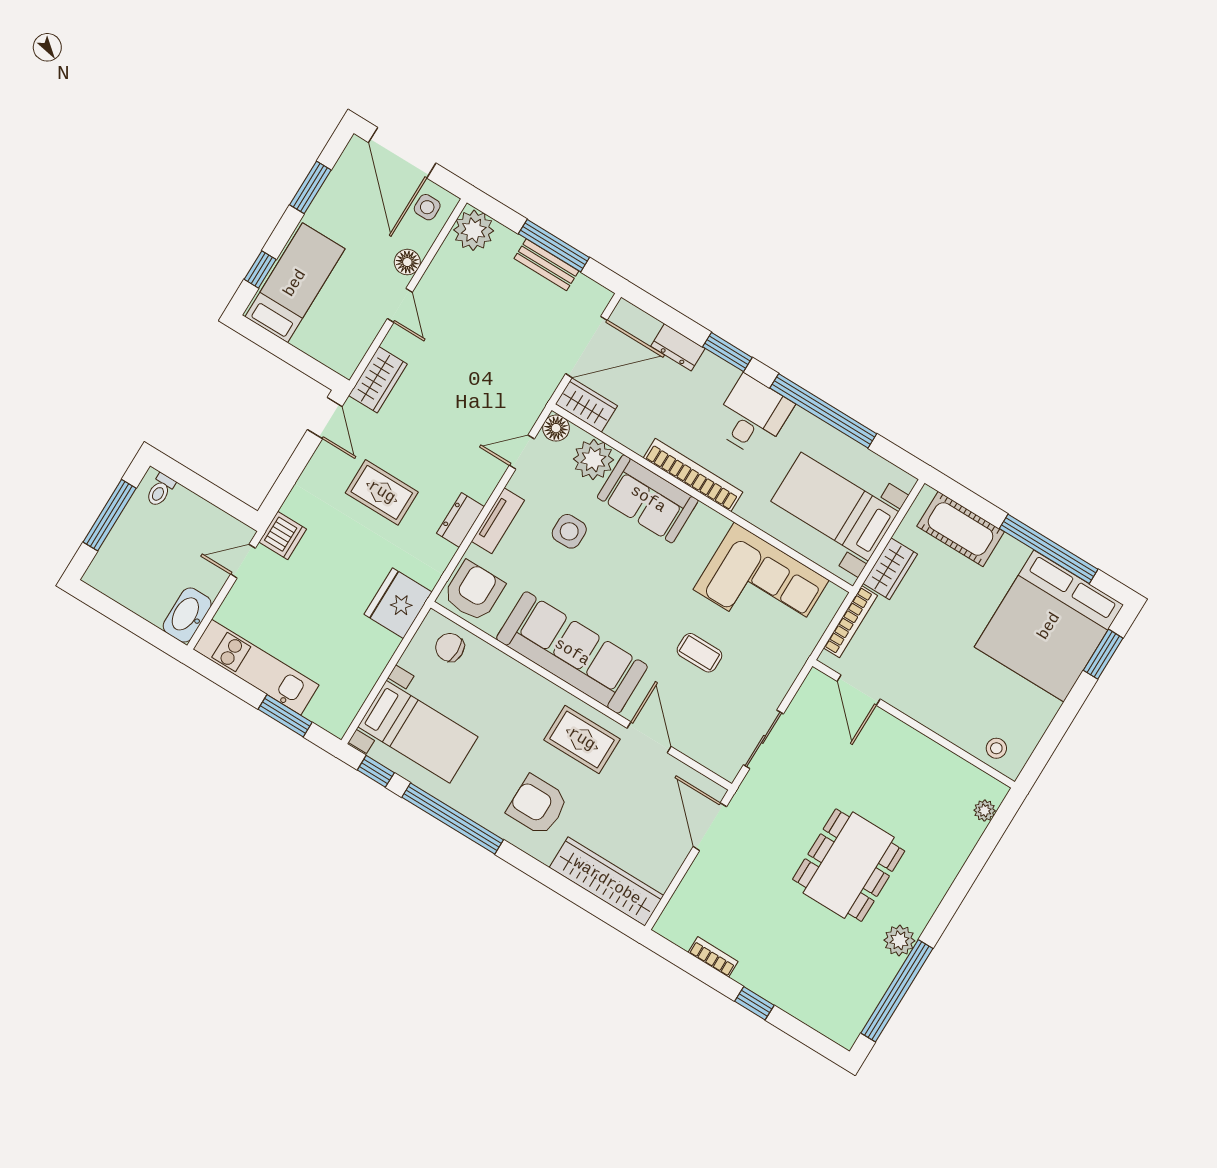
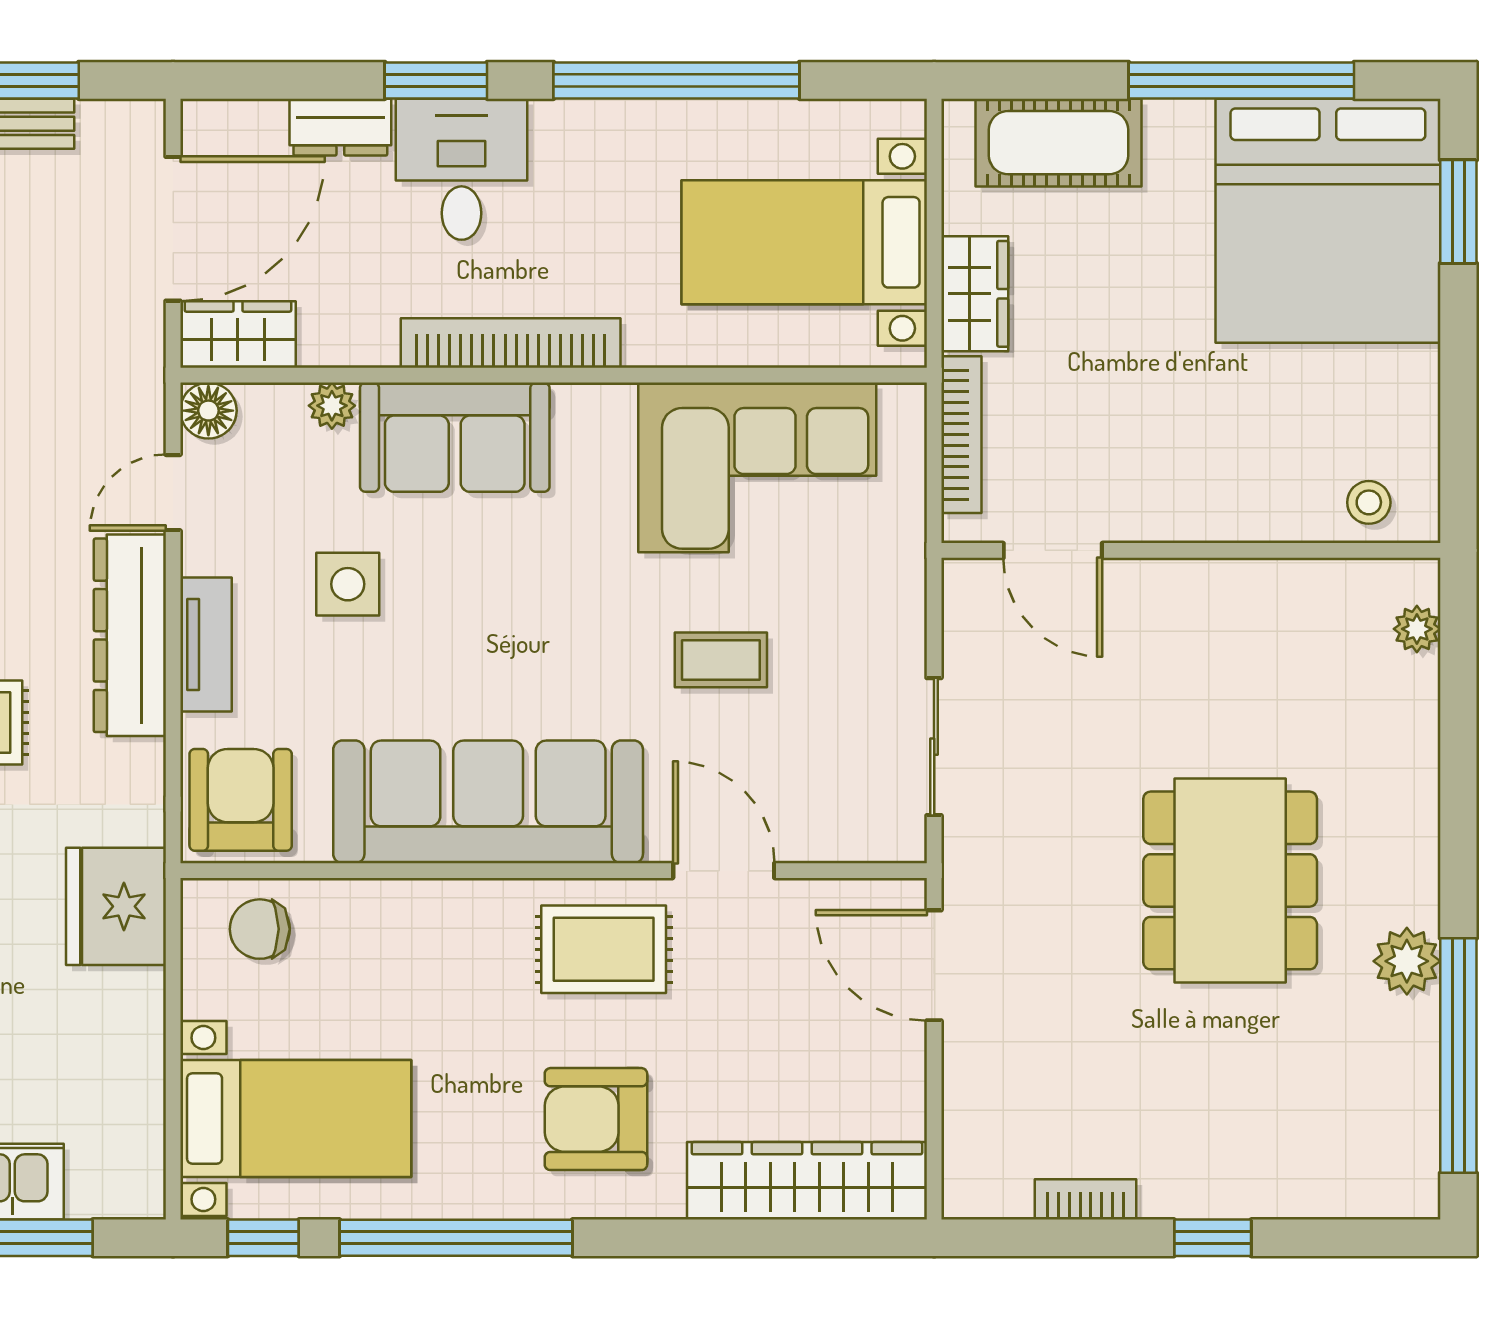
desk: (752, 416) -> (461, 169), moved
plant: (593, 459) -> (332, 406), width x0.53, depth x0.53
dresser: (461, 520) -> (130, 635), width x1.96, depth x1.24

